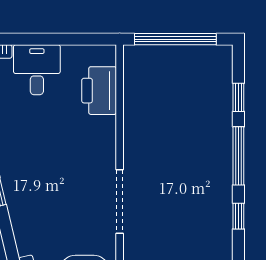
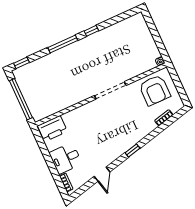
printer: (99, 91) -> (52, 129), moved
window: (238, 97) -> (21, 63), moved

